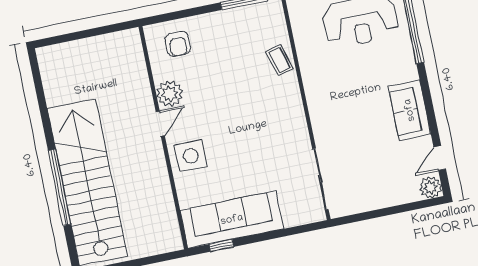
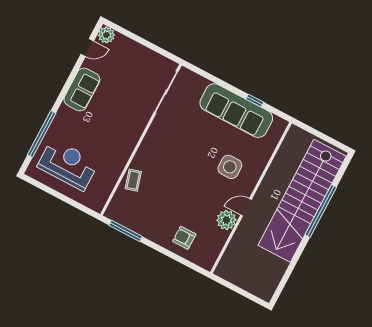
armchair: (178, 44) -> (184, 238), turned -90
plant: (170, 94) -> (226, 220), moved
door: (160, 124) -> (246, 207), moved
wall: (163, 138) -> (251, 198), moved

